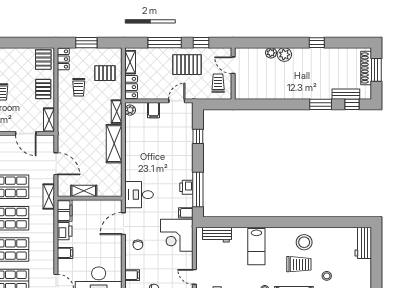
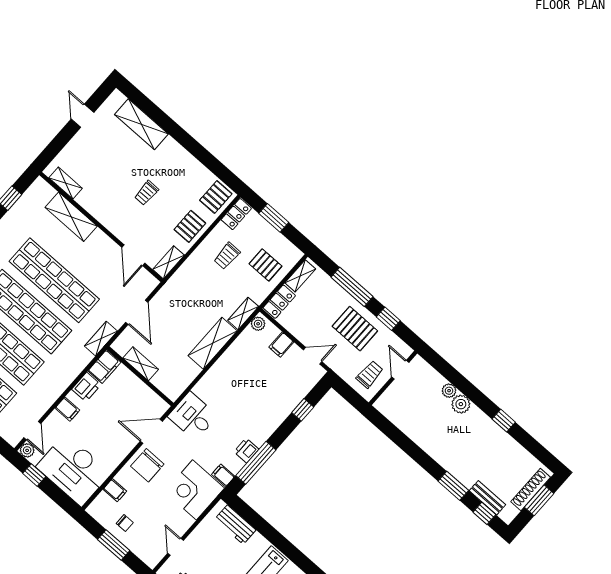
chair: (138, 245) -> (147, 465), width x1.87, depth x1.87

